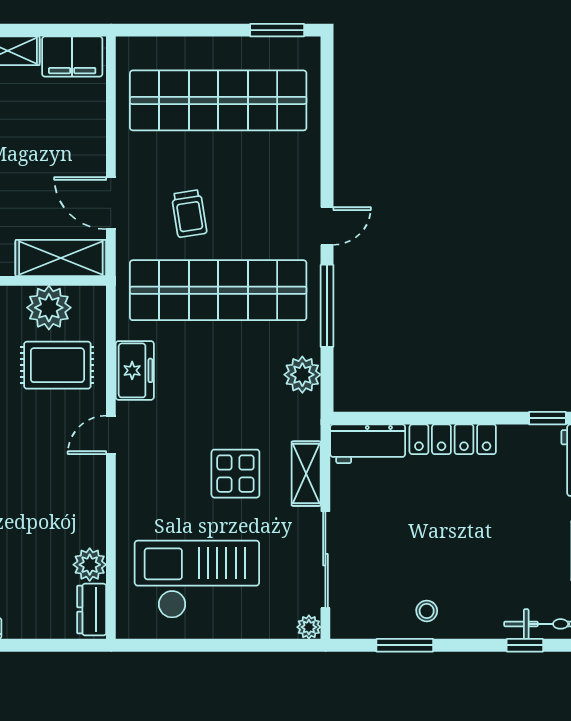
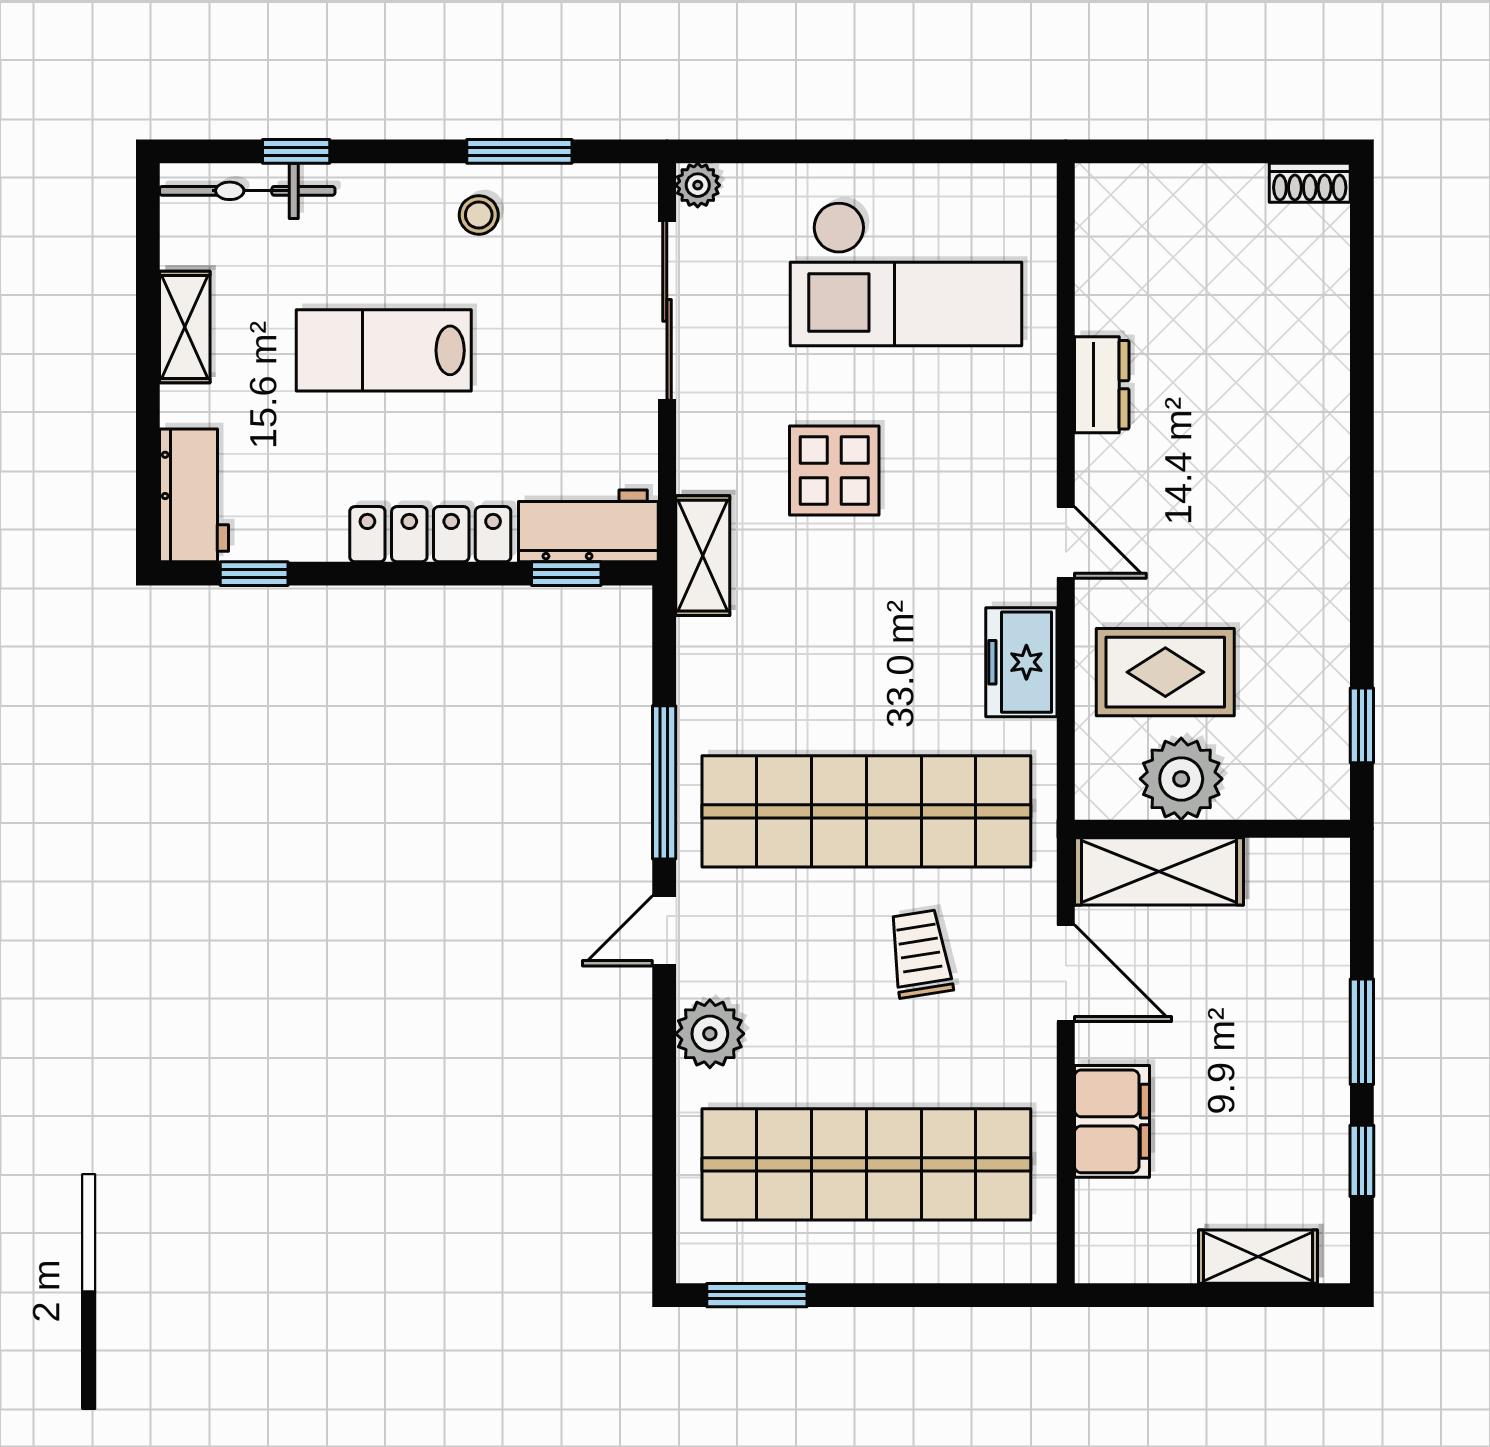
filing cabinet: (72, 57) -> (1112, 1121), moved, turned 90
plant: (302, 375) -> (710, 1034), moved
window: (380, 418) -> (566, 574), added
door: (111, 435) -> (1066, 543), hinge flipped
shelving: (306, 474) -> (703, 556), moved
lab bench: (478, 538) -> (384, 350), added
plant: (90, 565) -> (1105, 301), removed
dresser: (92, 610) -> (1102, 385), moved

